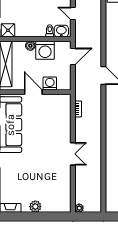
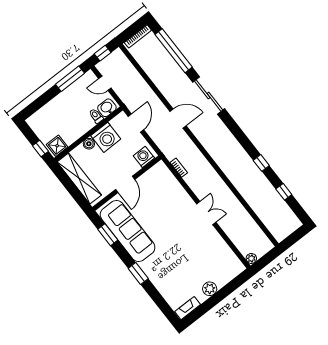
washing machine: (50, 83) -> (144, 157), moved
door: (33, 92) -> (125, 184), swing flipped

